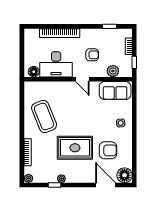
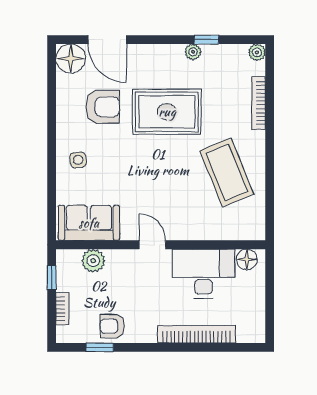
armchair: (92, 55) -> (112, 326), moved
armchair: (108, 150) -> (103, 107), turned 180

